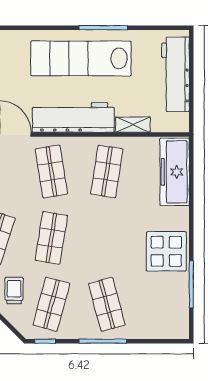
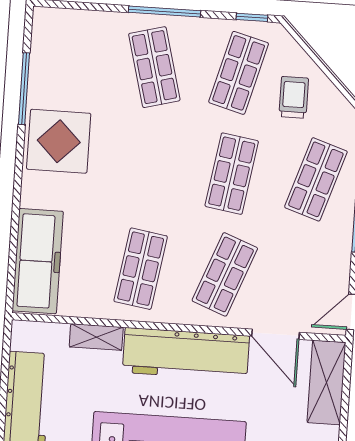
shop shelf: (51, 171) -> (225, 274), turned 30
trolley: (14, 291) -> (294, 97), turned 180

